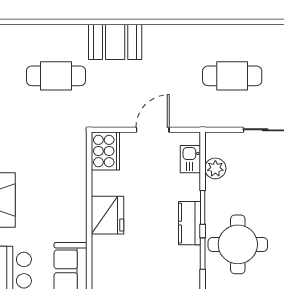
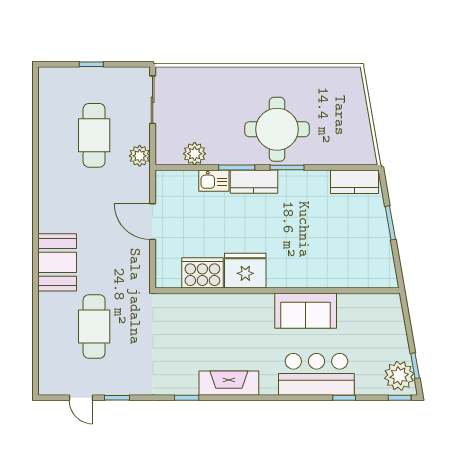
plant: (213, 118) -> (140, 156), added
cooker: (105, 151) -> (202, 273), moved
kitchen sink: (190, 159) -> (214, 181), moved

